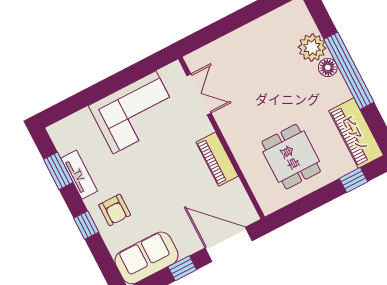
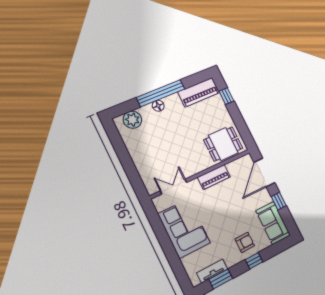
plant: (312, 48) -> (132, 120), moved
dining table: (291, 157) -> (223, 144), moved
tv unit: (79, 175) -> (212, 271), moved

